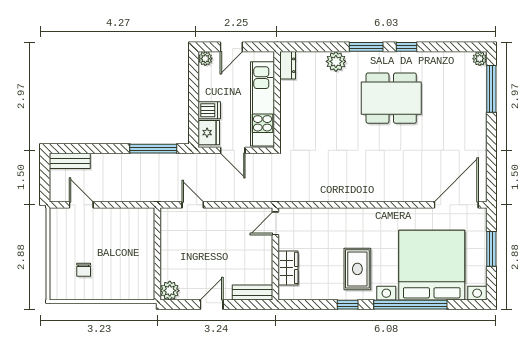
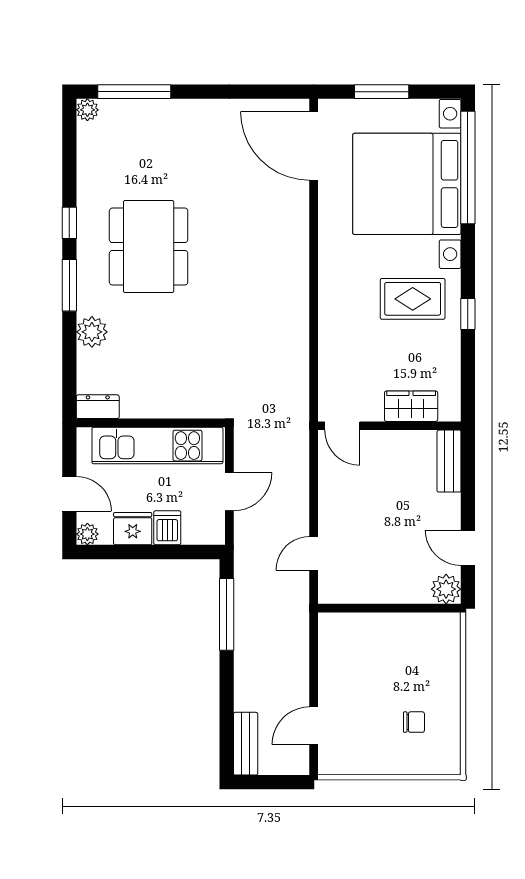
fridge: (209, 133) -> (133, 529), moved
door: (212, 305) -> (468, 548), moved
window: (410, 305) -> (468, 167), moved

